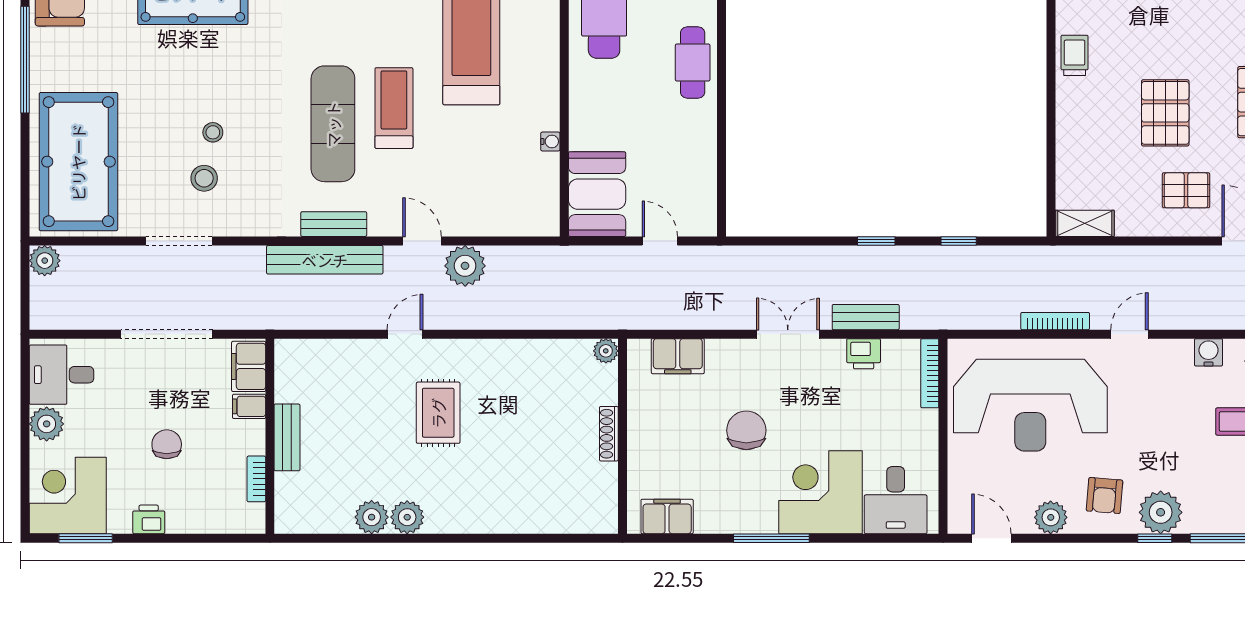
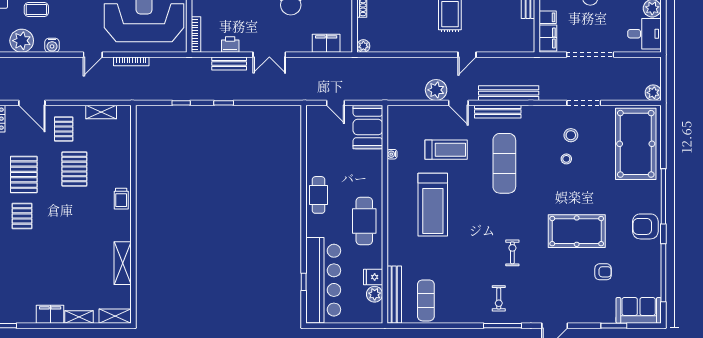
treadmill: (394, 108) -> (446, 150), moved, turned -90
pallet: (1186, 190) -> (64, 129), turned 90
shelving: (1085, 223) -> (101, 112), moved
bench: (334, 224) -> (498, 112), width x1.36

